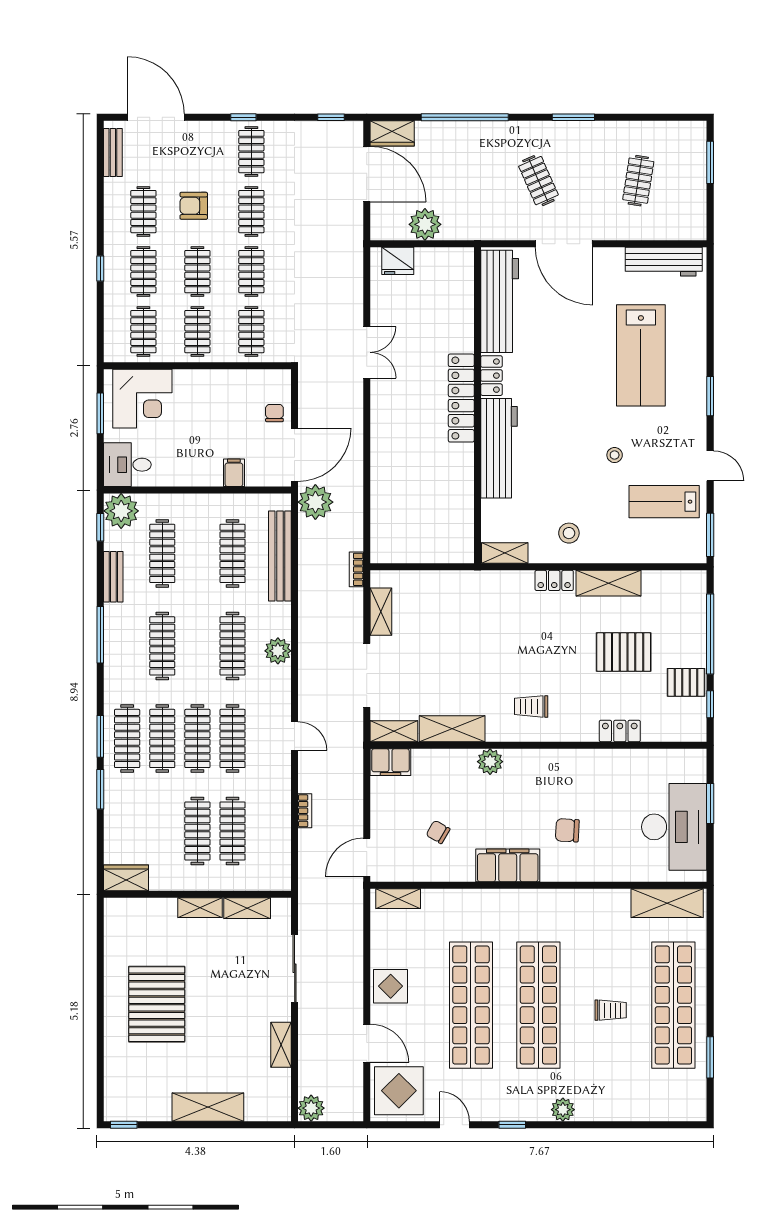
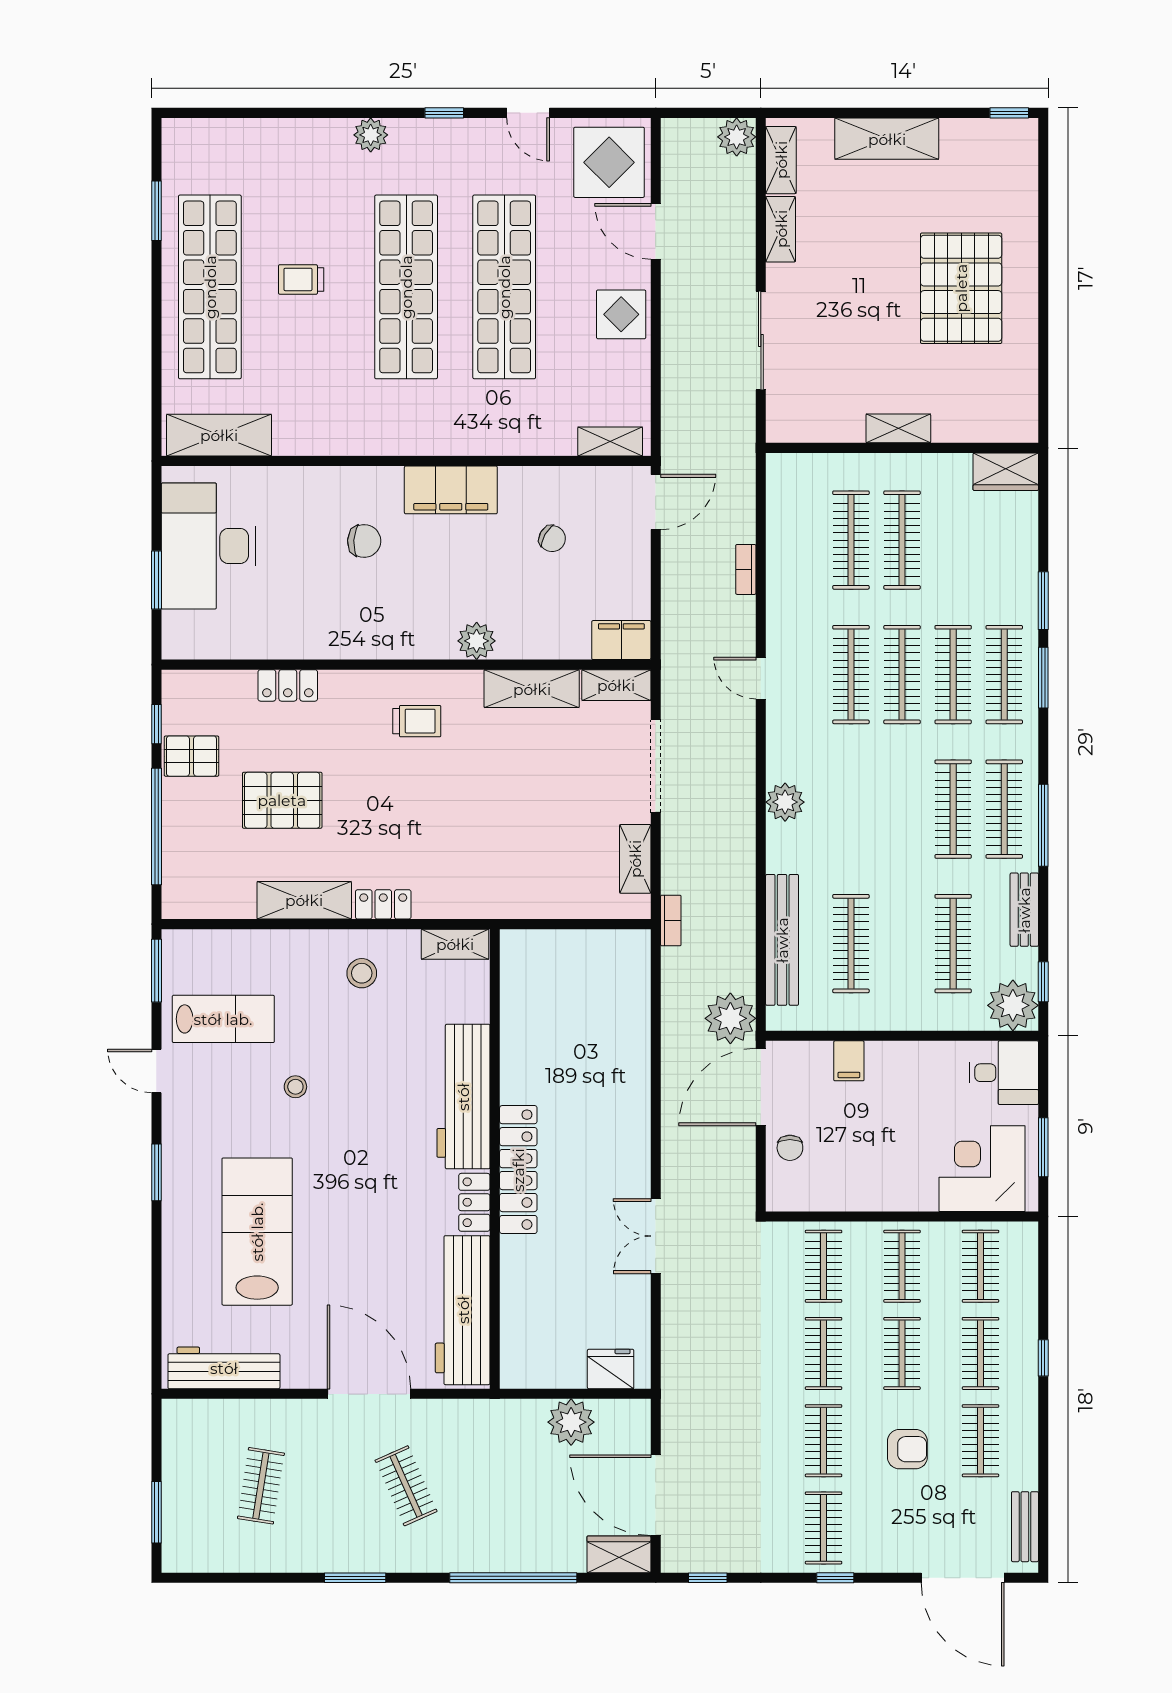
clothes rail: (233, 646) -> (1004, 809), moved
shelving: (247, 908) -> (781, 160), moved, turned 90

